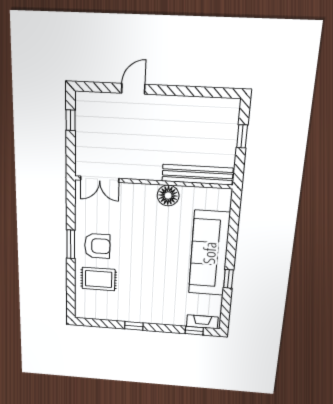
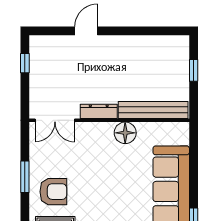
dresser: (143, 173) -> (99, 111), added
window: (71, 244) -> (25, 177), moved

